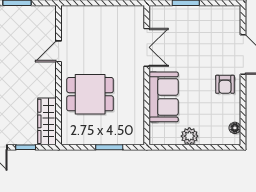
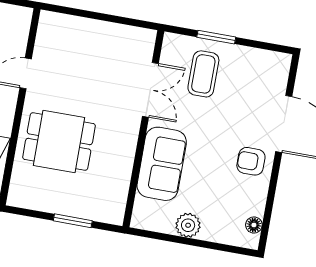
coffee table: (181, 30) -> (203, 74), added
armchair: (225, 84) -> (251, 161), turned 90

